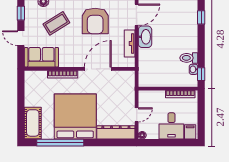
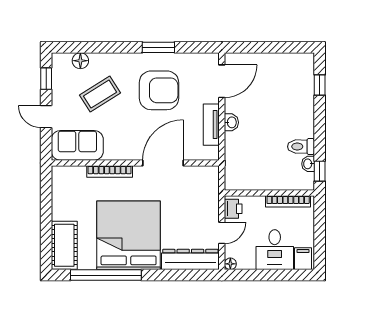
armchair: (95, 21) -> (159, 90), turned -90
washbasin: (145, 37) -> (231, 122), width x0.52, depth x0.69
printer: (144, 99) -> (233, 209), added

